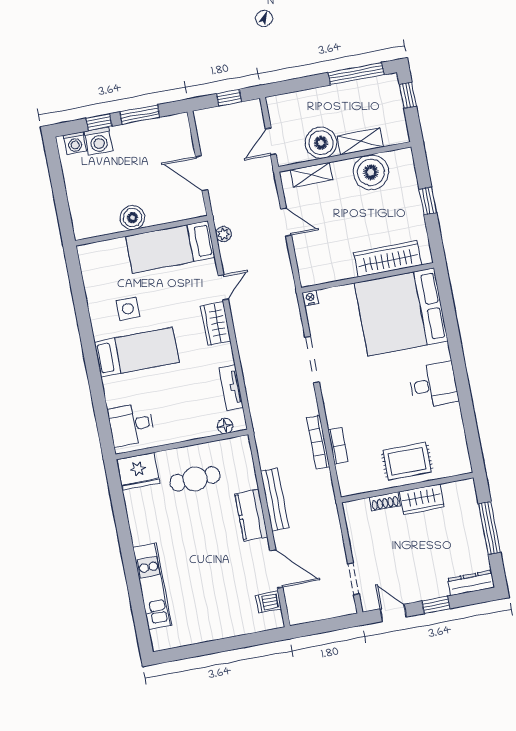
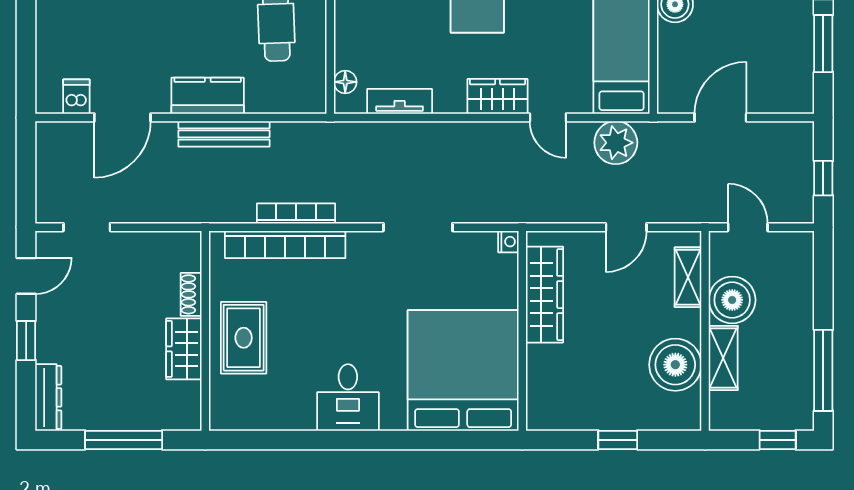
plant: (223, 234) -> (616, 143), width x1.87, depth x1.87
wardrobe: (388, 259) -> (544, 295), moved
bookcase: (338, 446) -> (285, 245), width x2.31, depth x1.31

